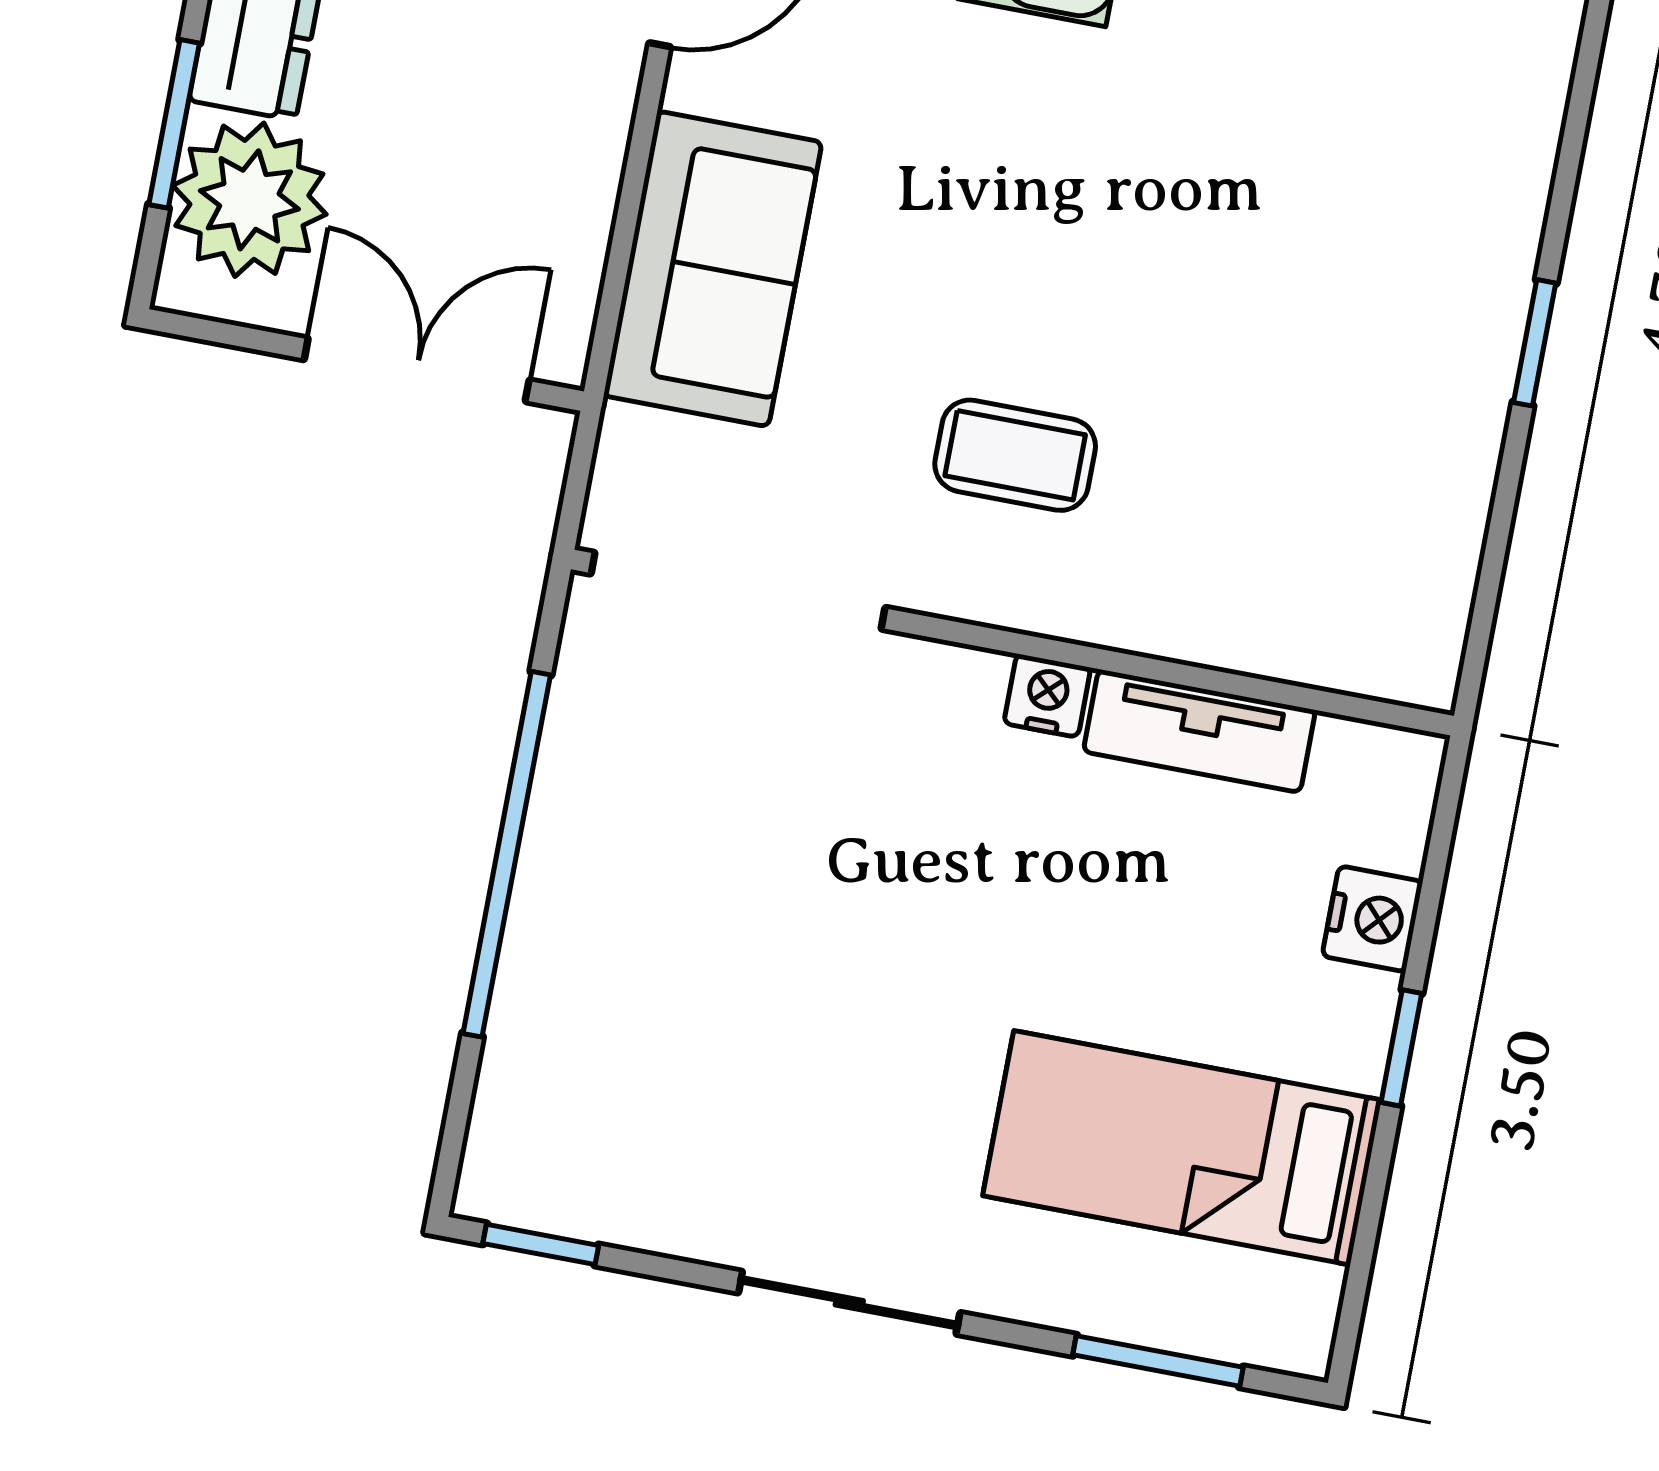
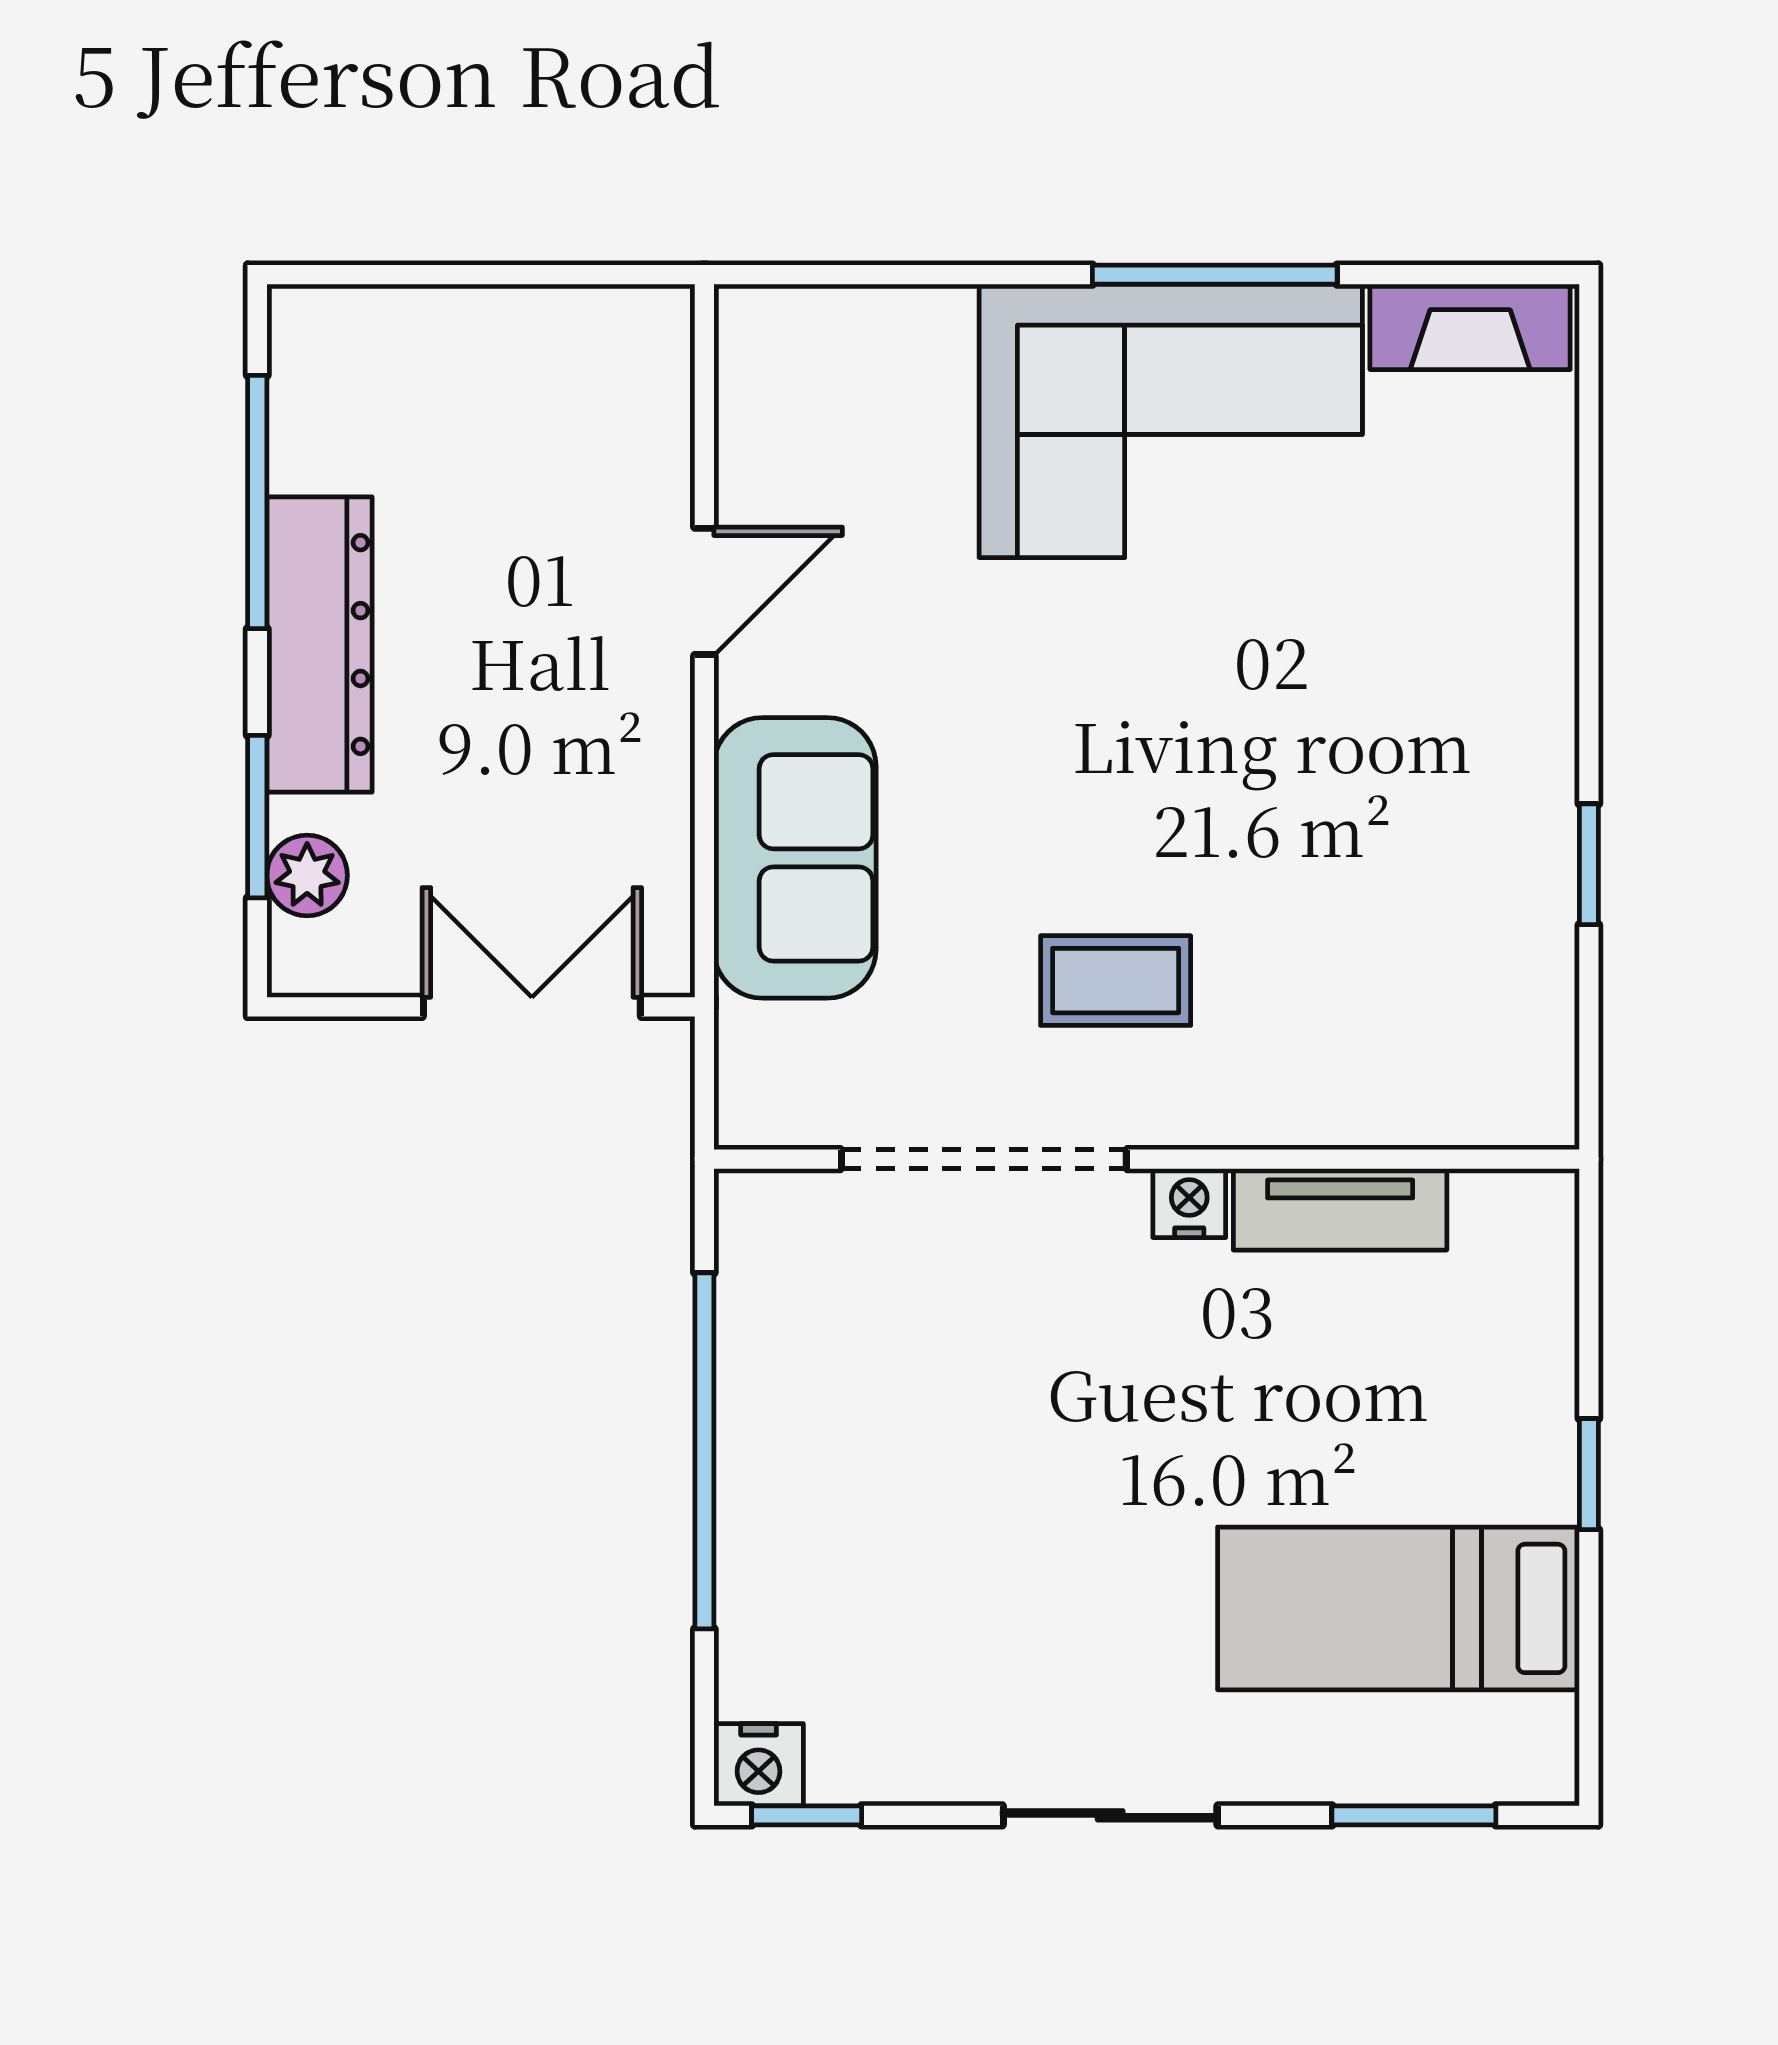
plant: (249, 200) -> (307, 875), width x0.53, depth x0.53
window: (1535, 343) -> (1589, 864), moved
doorway: (738, 591) -> (984, 1159), moved
nightstand: (1372, 919) -> (759, 1765), moved, turned 90

